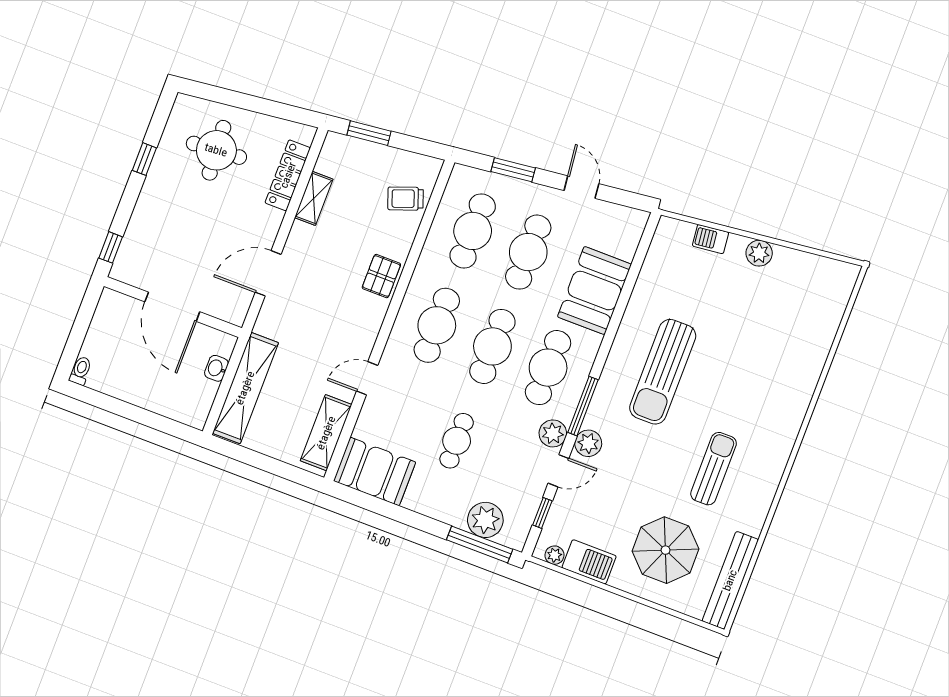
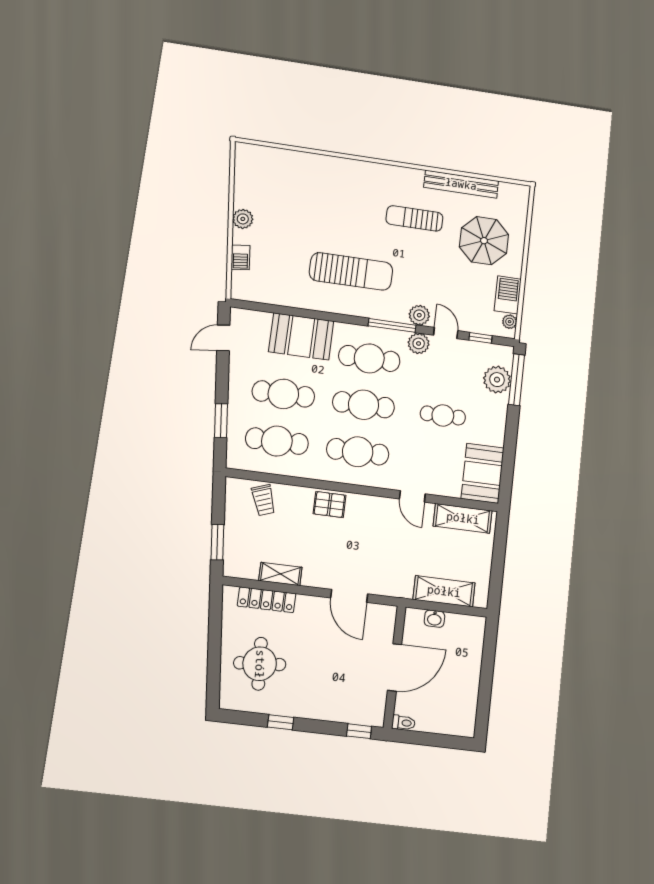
door: (581, 187) -> (223, 338), moved
toilet: (81, 371) -> (403, 723), moved, turned 180
shelving: (245, 388) -> (444, 591), width x0.68
bench: (730, 580) -> (461, 184), moved

